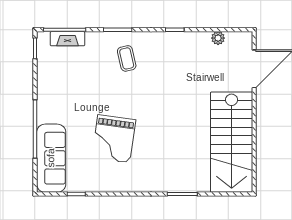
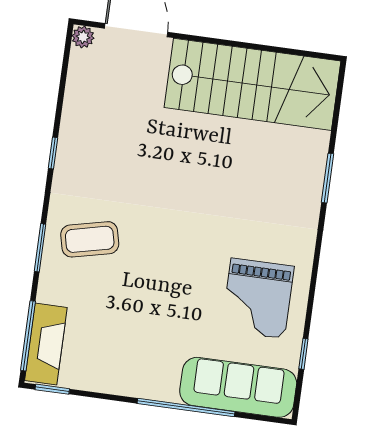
plant: (218, 38) -> (83, 37), moved
fireplace: (68, 39) -> (46, 344), width x1.37, depth x1.32
coffee table: (127, 58) -> (90, 239), width x1.36, depth x1.30
grand piano: (114, 139) -> (258, 298), moved, turned 82

